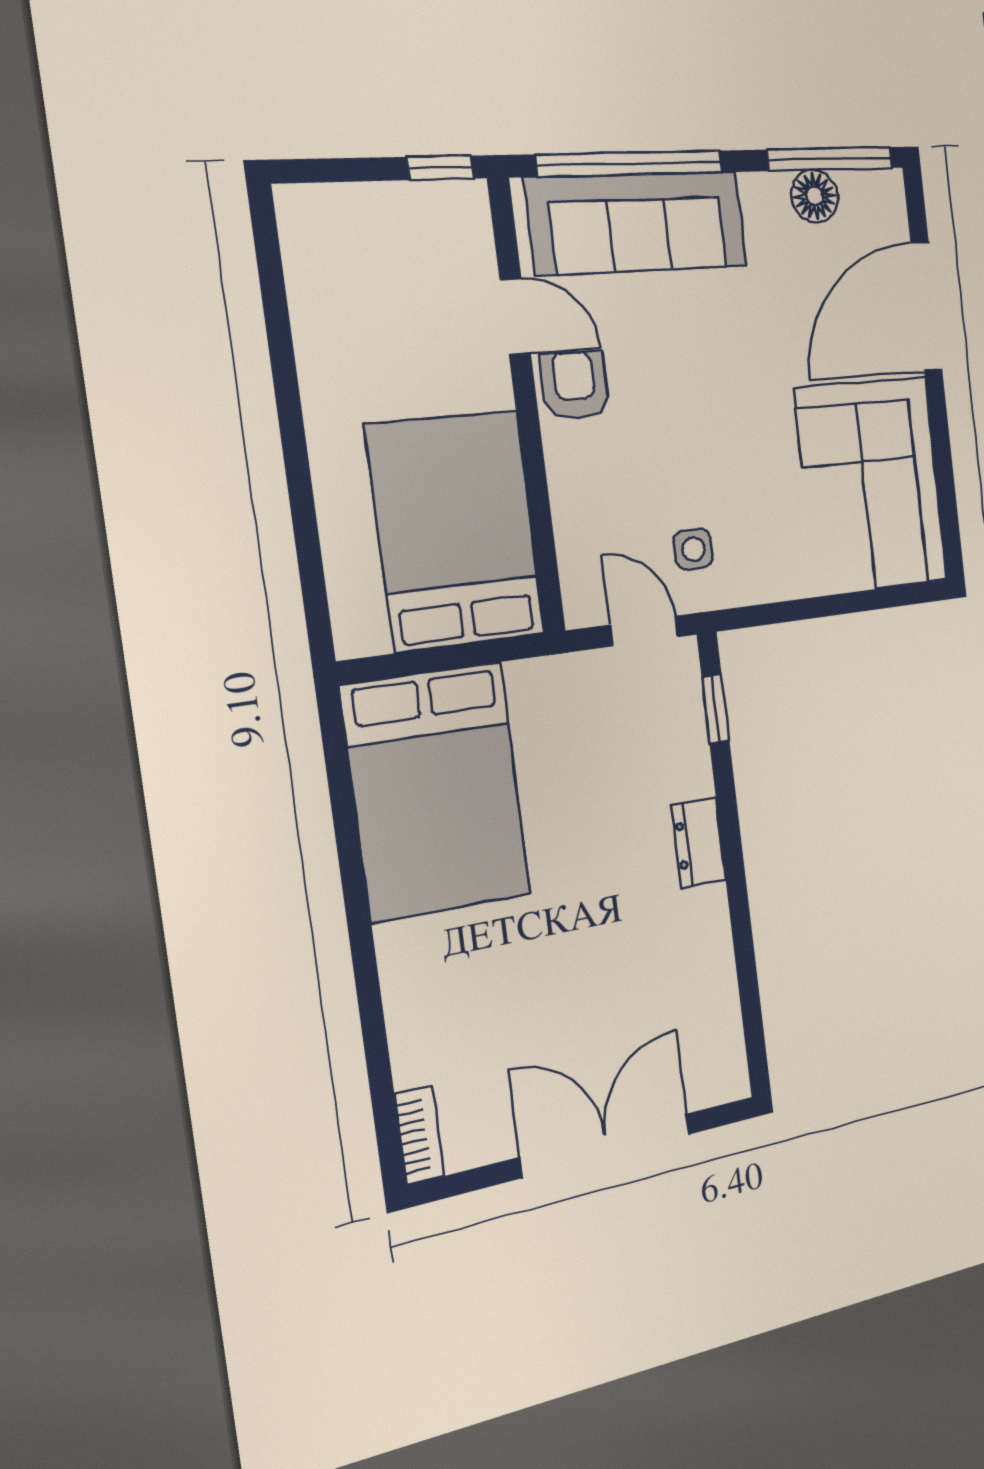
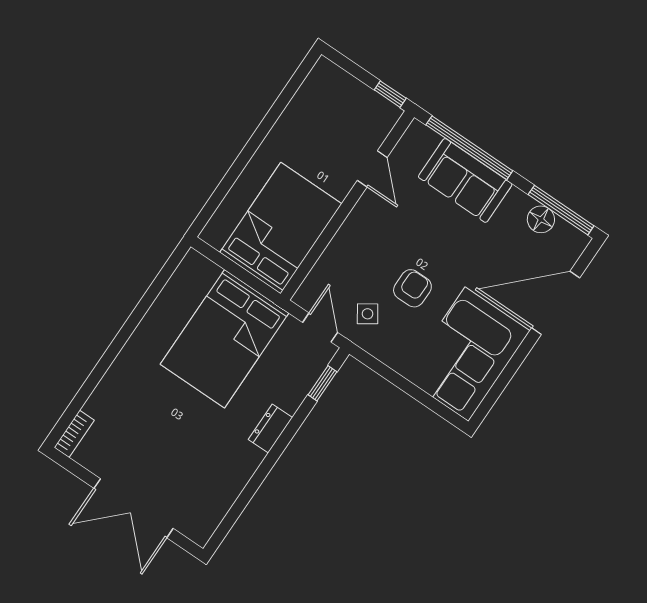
sofa: (638, 223) -> (465, 180), width x0.73
armchair: (575, 385) -> (412, 288), moved
side table: (693, 549) -> (368, 314), turned -34
bed: (437, 791) -> (225, 339), moved
double door: (606, 1145) -> (134, 508), swing flipped

